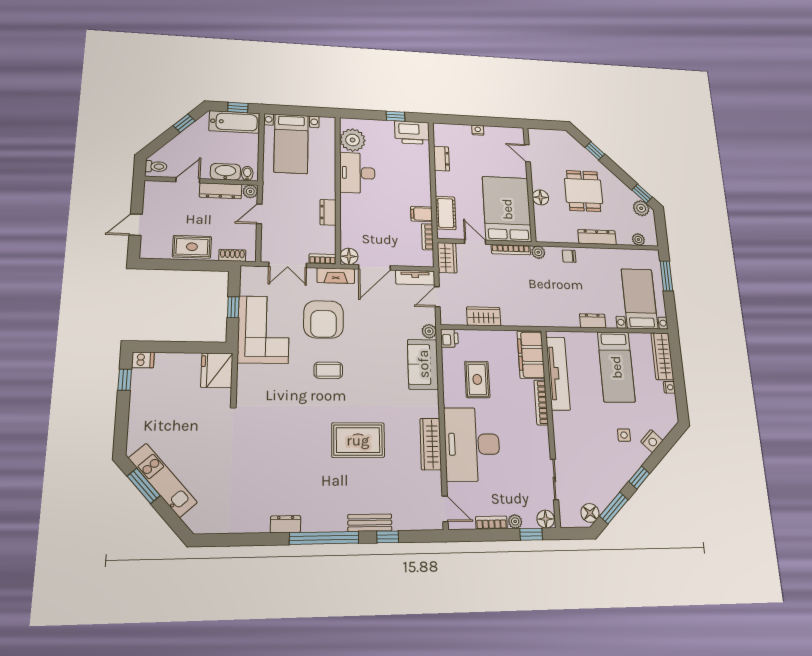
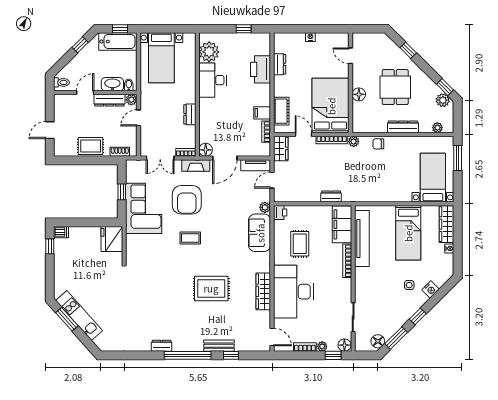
printer: (412, 133) -> (261, 69), moved, turned 90
wardrobe: (484, 316) -> (307, 195), removed
dresser: (593, 321) -> (331, 197), moved

